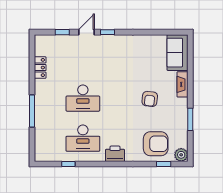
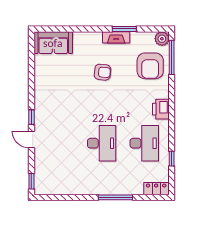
window: (62, 32) -> (31, 181), moved
locker: (40, 68) -> (156, 189), moved
fireplace: (182, 84) -> (116, 37), moved
armchair: (156, 144) -> (150, 66), turned 180
window: (164, 164) -> (172, 57), width x2.17

